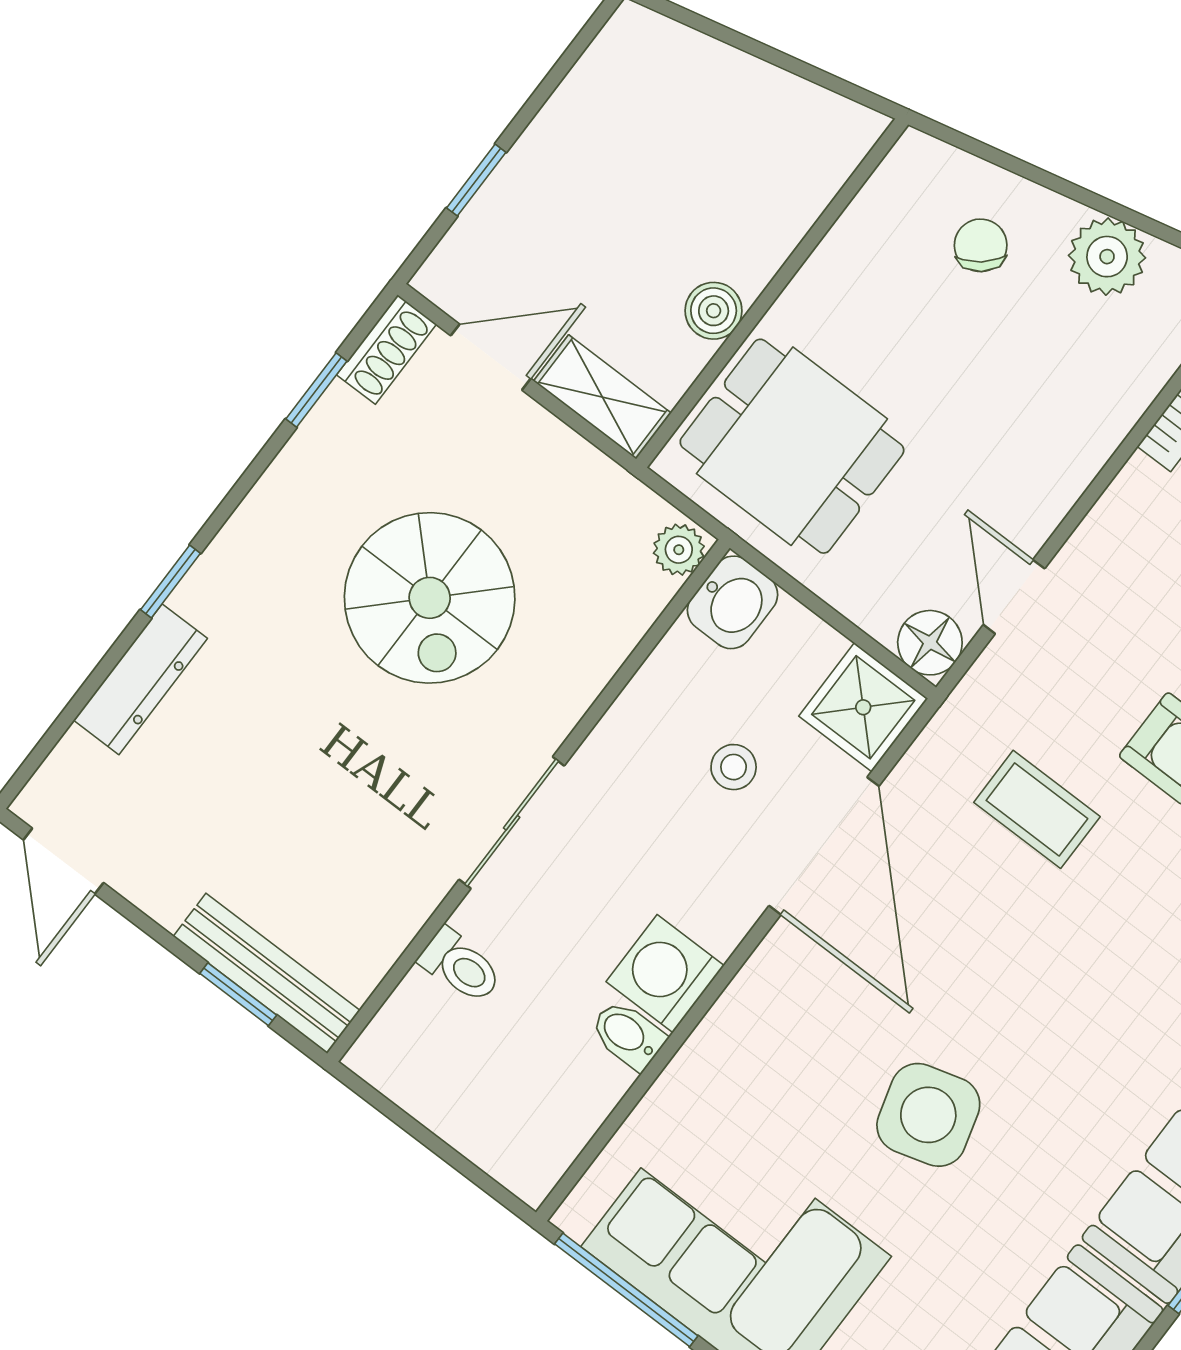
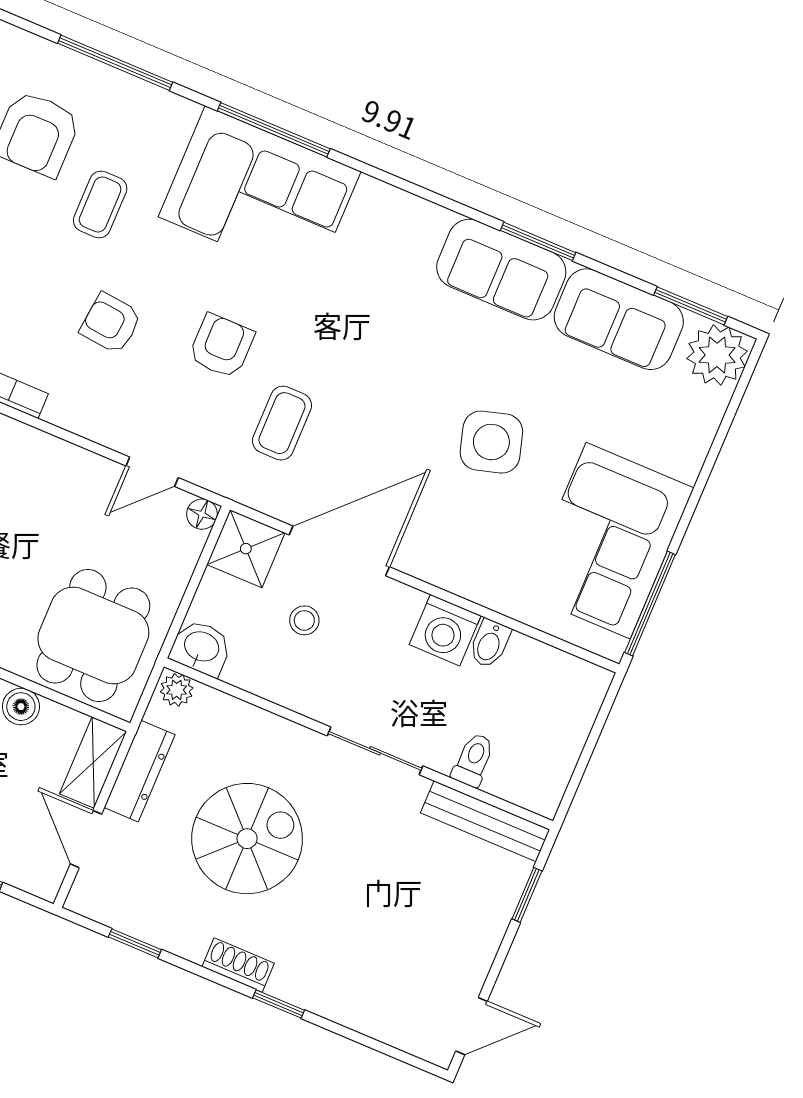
shoe rack: (386, 349) -> (238, 965), moved
floor lamp: (930, 643) -> (202, 514), width x0.73, depth x0.73
dresser: (140, 679) -> (140, 771), moved, turned 90
bench: (267, 973) -> (485, 821), moved, turned 90

